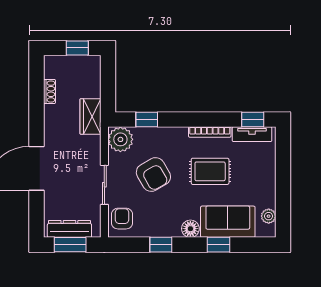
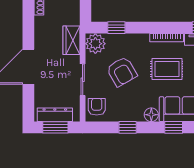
wardrobe: (90, 116) -> (71, 40), moved

